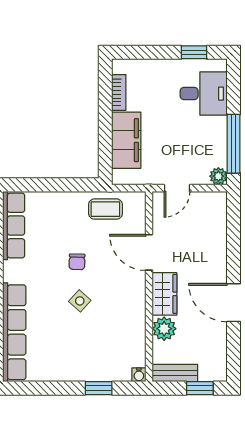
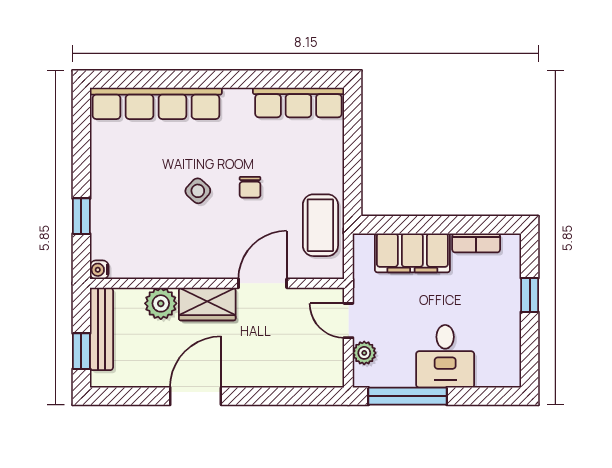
window: (194, 52) -> (530, 295), moved
desk: (204, 94) -> (445, 356), moved
plant: (218, 176) -> (364, 353), moved
coffee table: (105, 209) -> (320, 225), width x1.36, depth x1.30
chair: (77, 262) -> (250, 187), turned -92
bench: (175, 373) -> (101, 329), width x1.36

